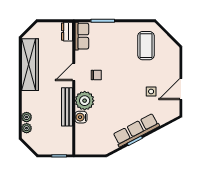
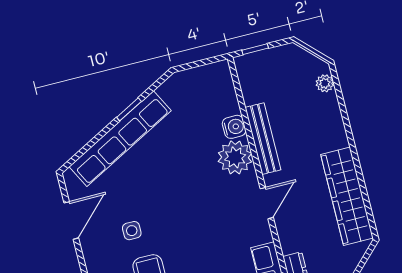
chair: (96, 75) -> (226, 208), removed
side table: (151, 92) -> (132, 231), moved
plant: (27, 117) -> (330, 103), removed
row of seats: (136, 130) -> (120, 139), width x1.36

